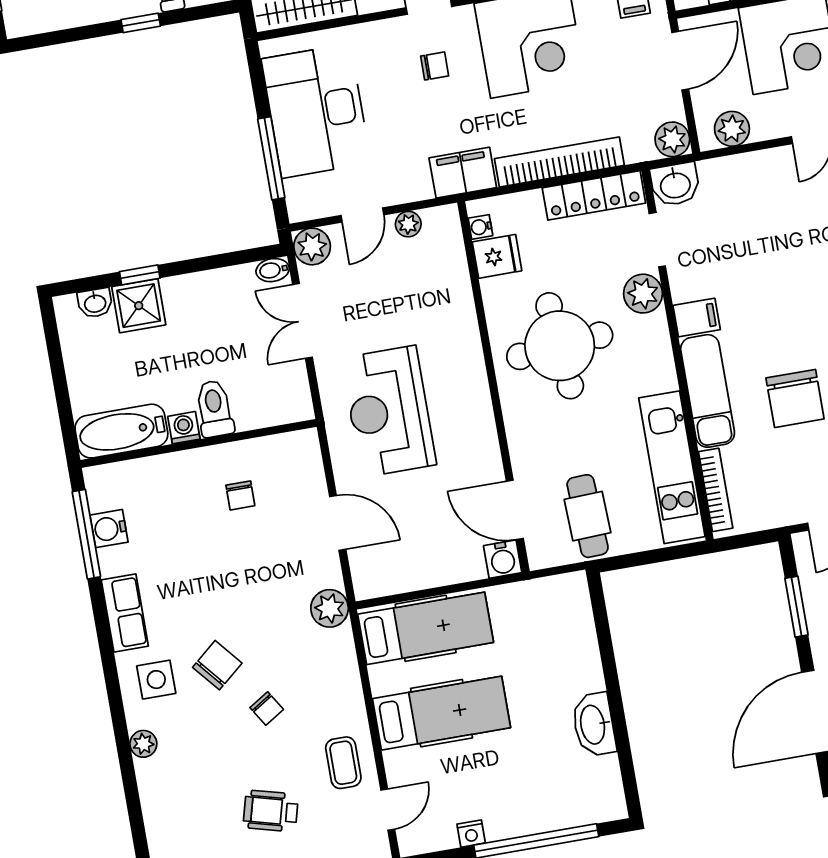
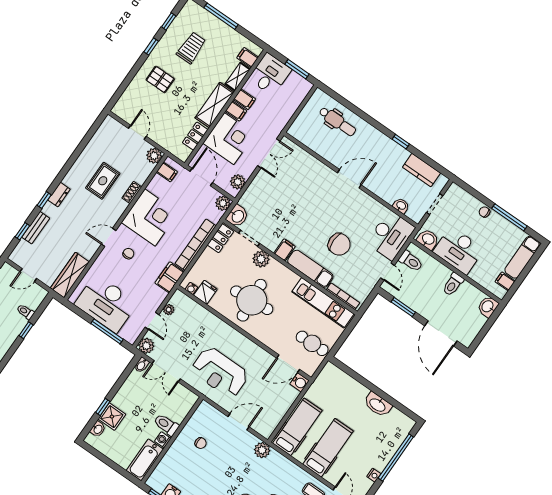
locker: (594, 195) -> (220, 238), width x0.66

